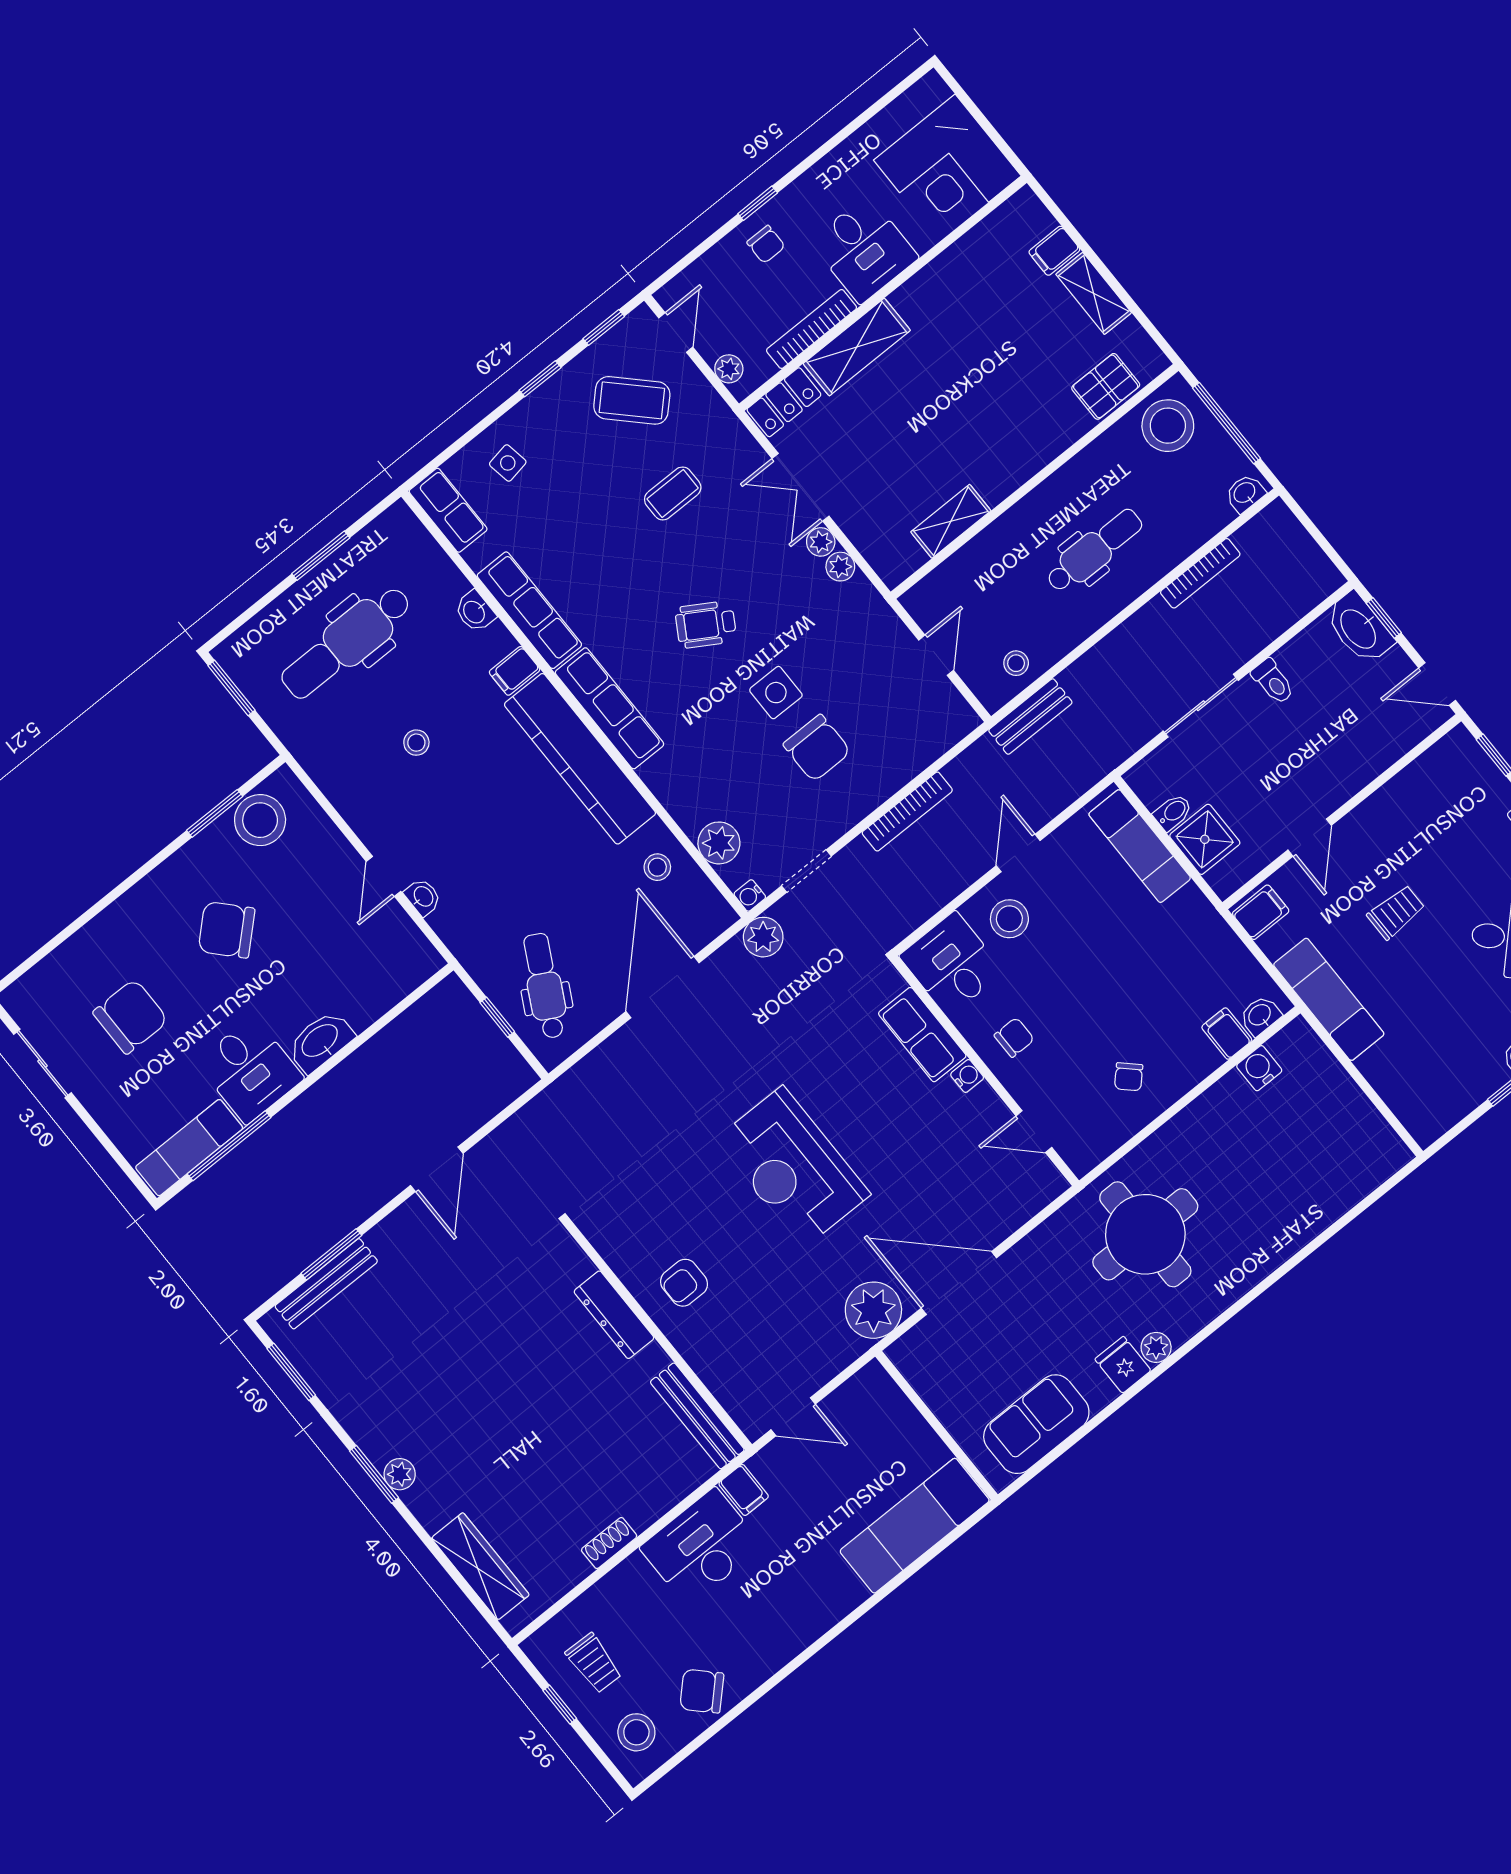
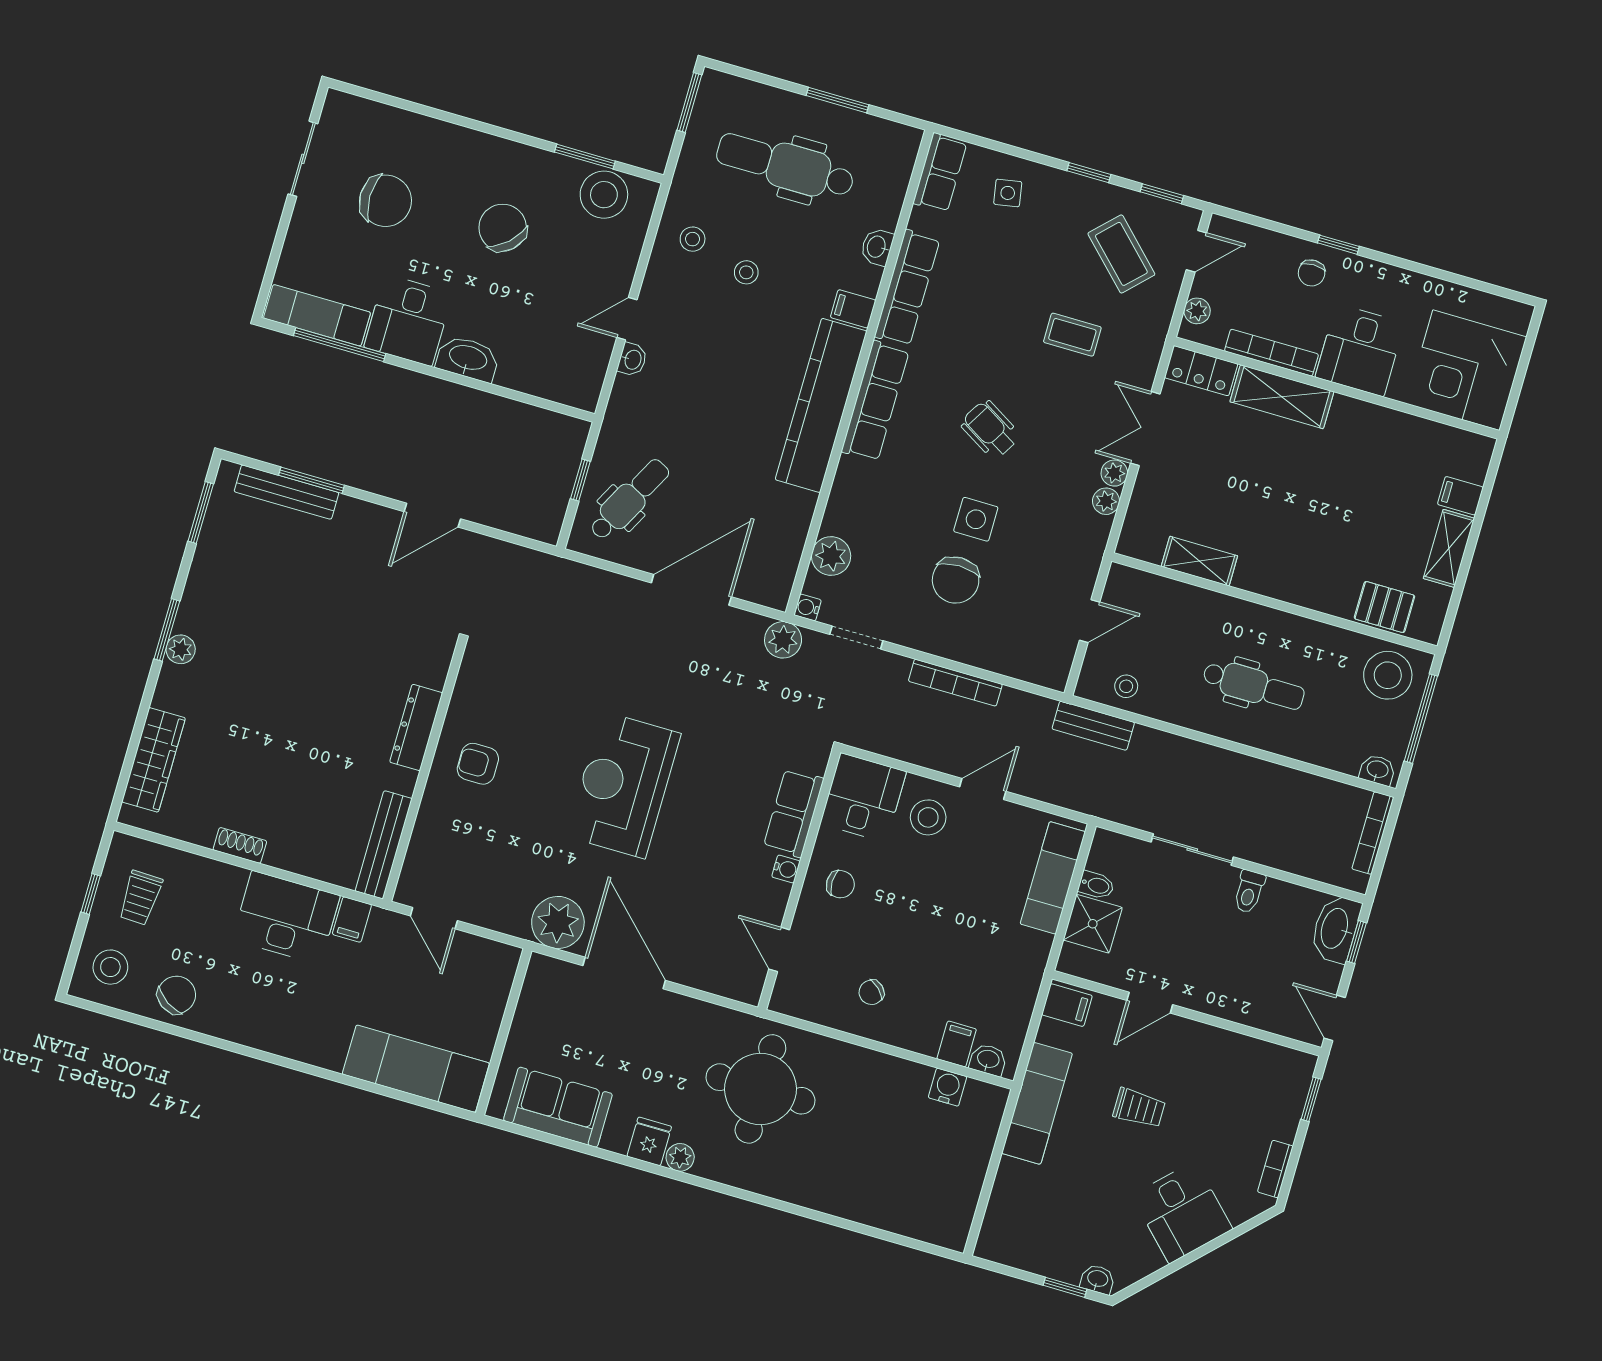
bookcase: (1200, 573) -> (1373, 833), moved, turned 90
stool: (657, 867) -> (693, 239), moved
chair: (702, 1691) -> (177, 995), turned 79

